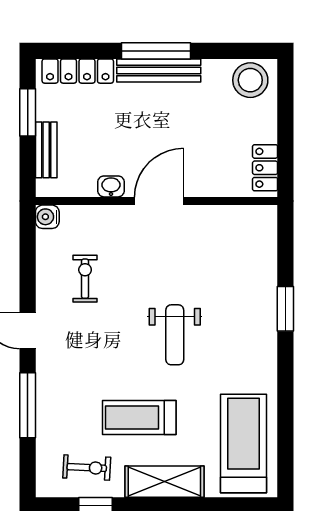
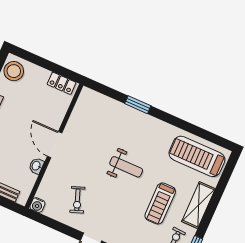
exercise bike: (85, 279) -> (77, 200), turned -110

